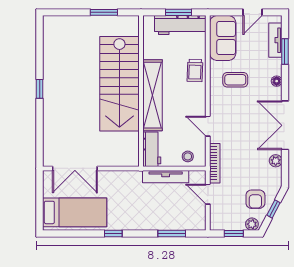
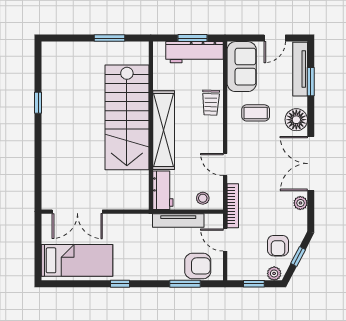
tv unit: (275, 40) -> (300, 69), width x1.41
floor lamp: (277, 81) -> (296, 120), width x1.89, depth x1.89
window: (40, 89) -> (38, 103), moved
armchair: (183, 217) -> (198, 266), added

